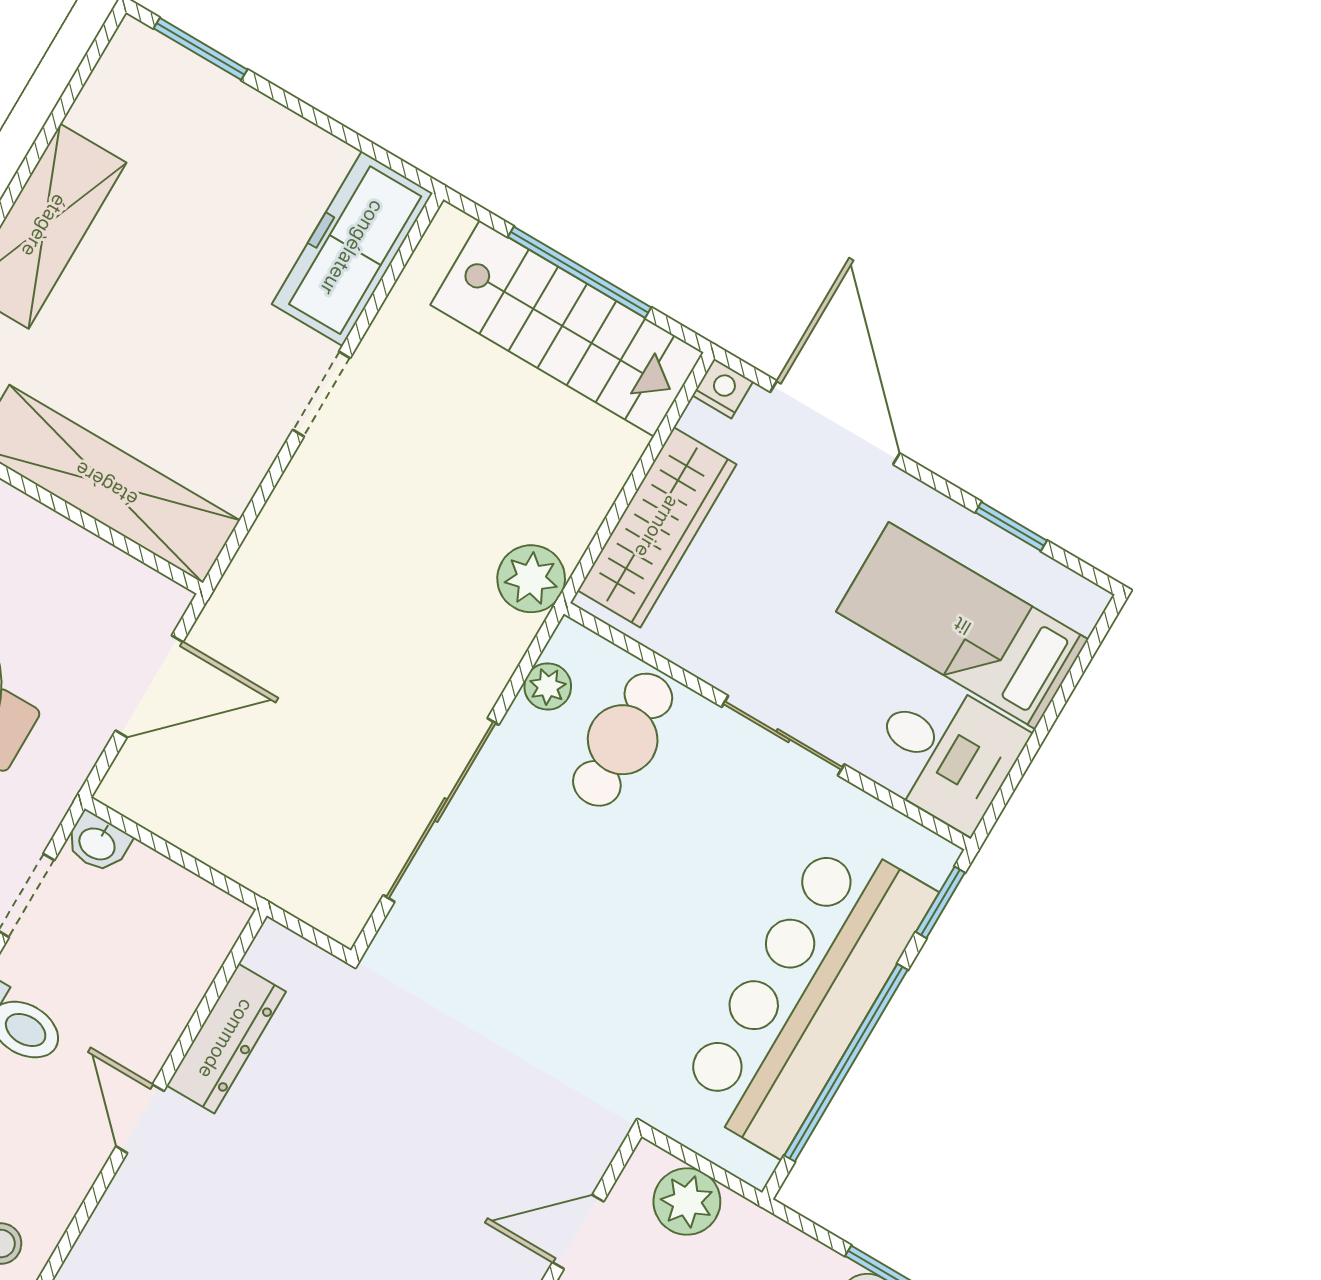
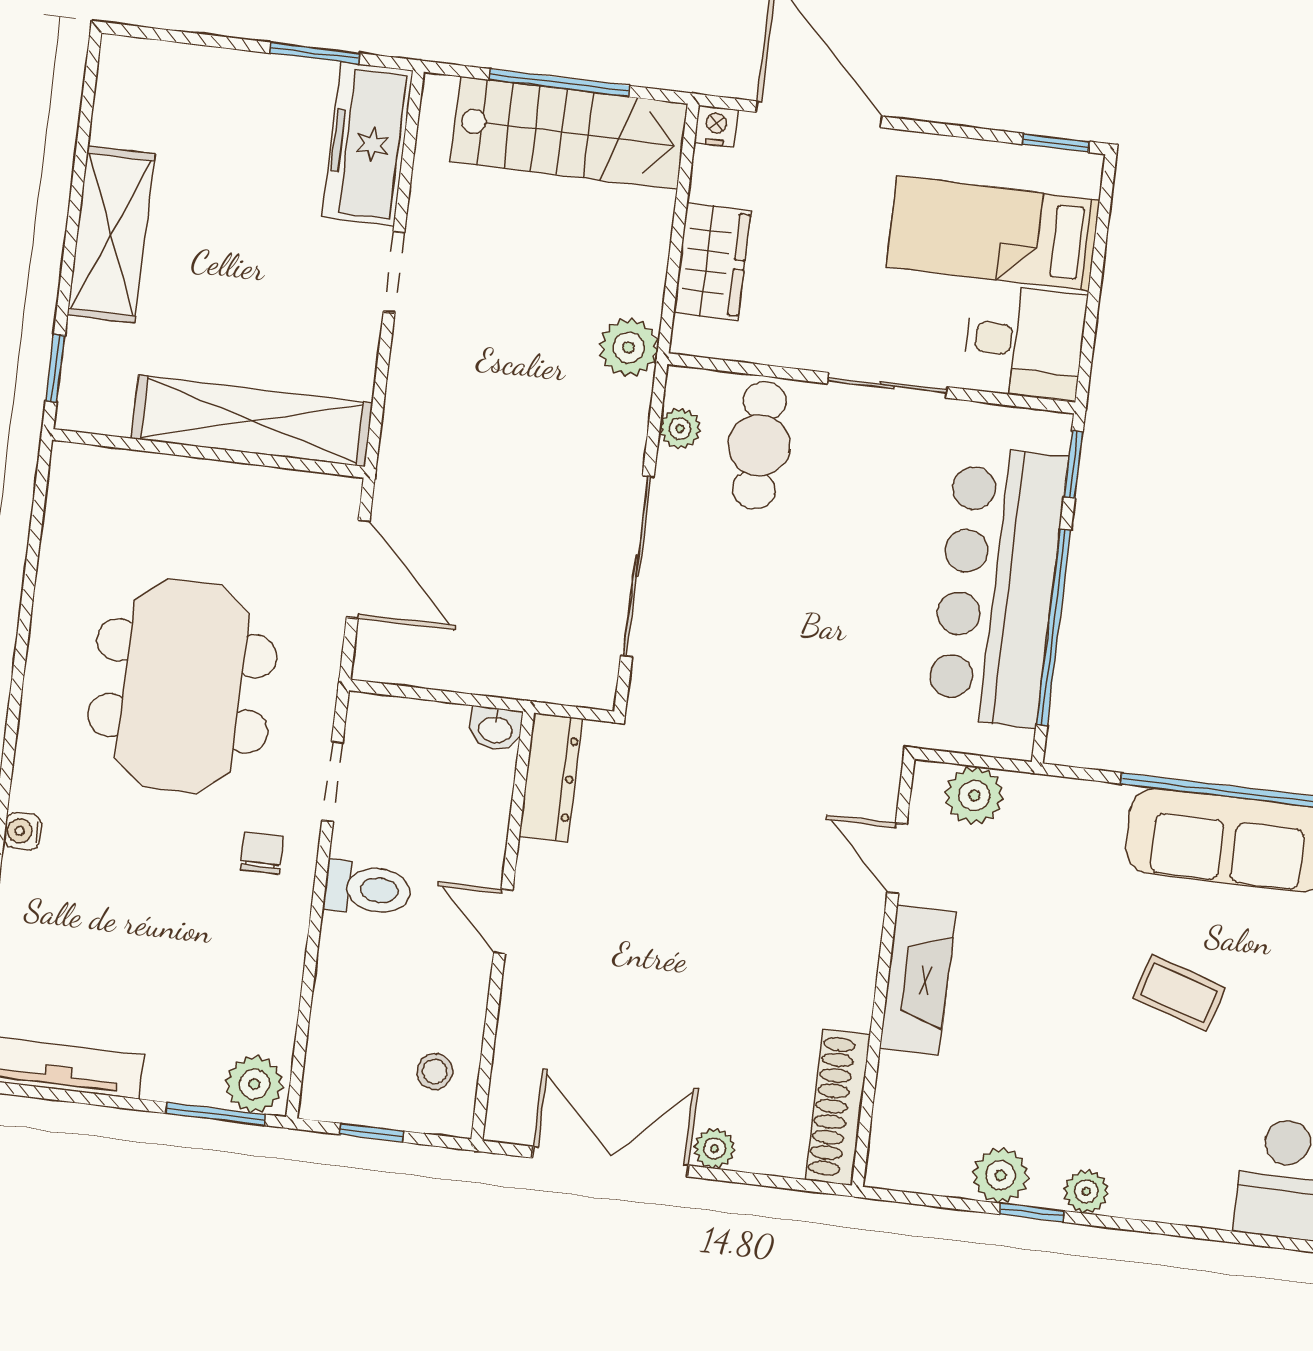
window: (201, 49) -> (315, 53), moved
window: (1011, 526) -> (1056, 143), moved
wardrobe: (657, 527) -> (712, 262), width x0.67
door: (149, 686) -> (358, 569), hinge flipped
washbasin: (98, 843) -> (496, 729), moved
dresser: (226, 1039) -> (551, 777), moved
door: (578, 1232) -> (897, 858), hinge flipped

